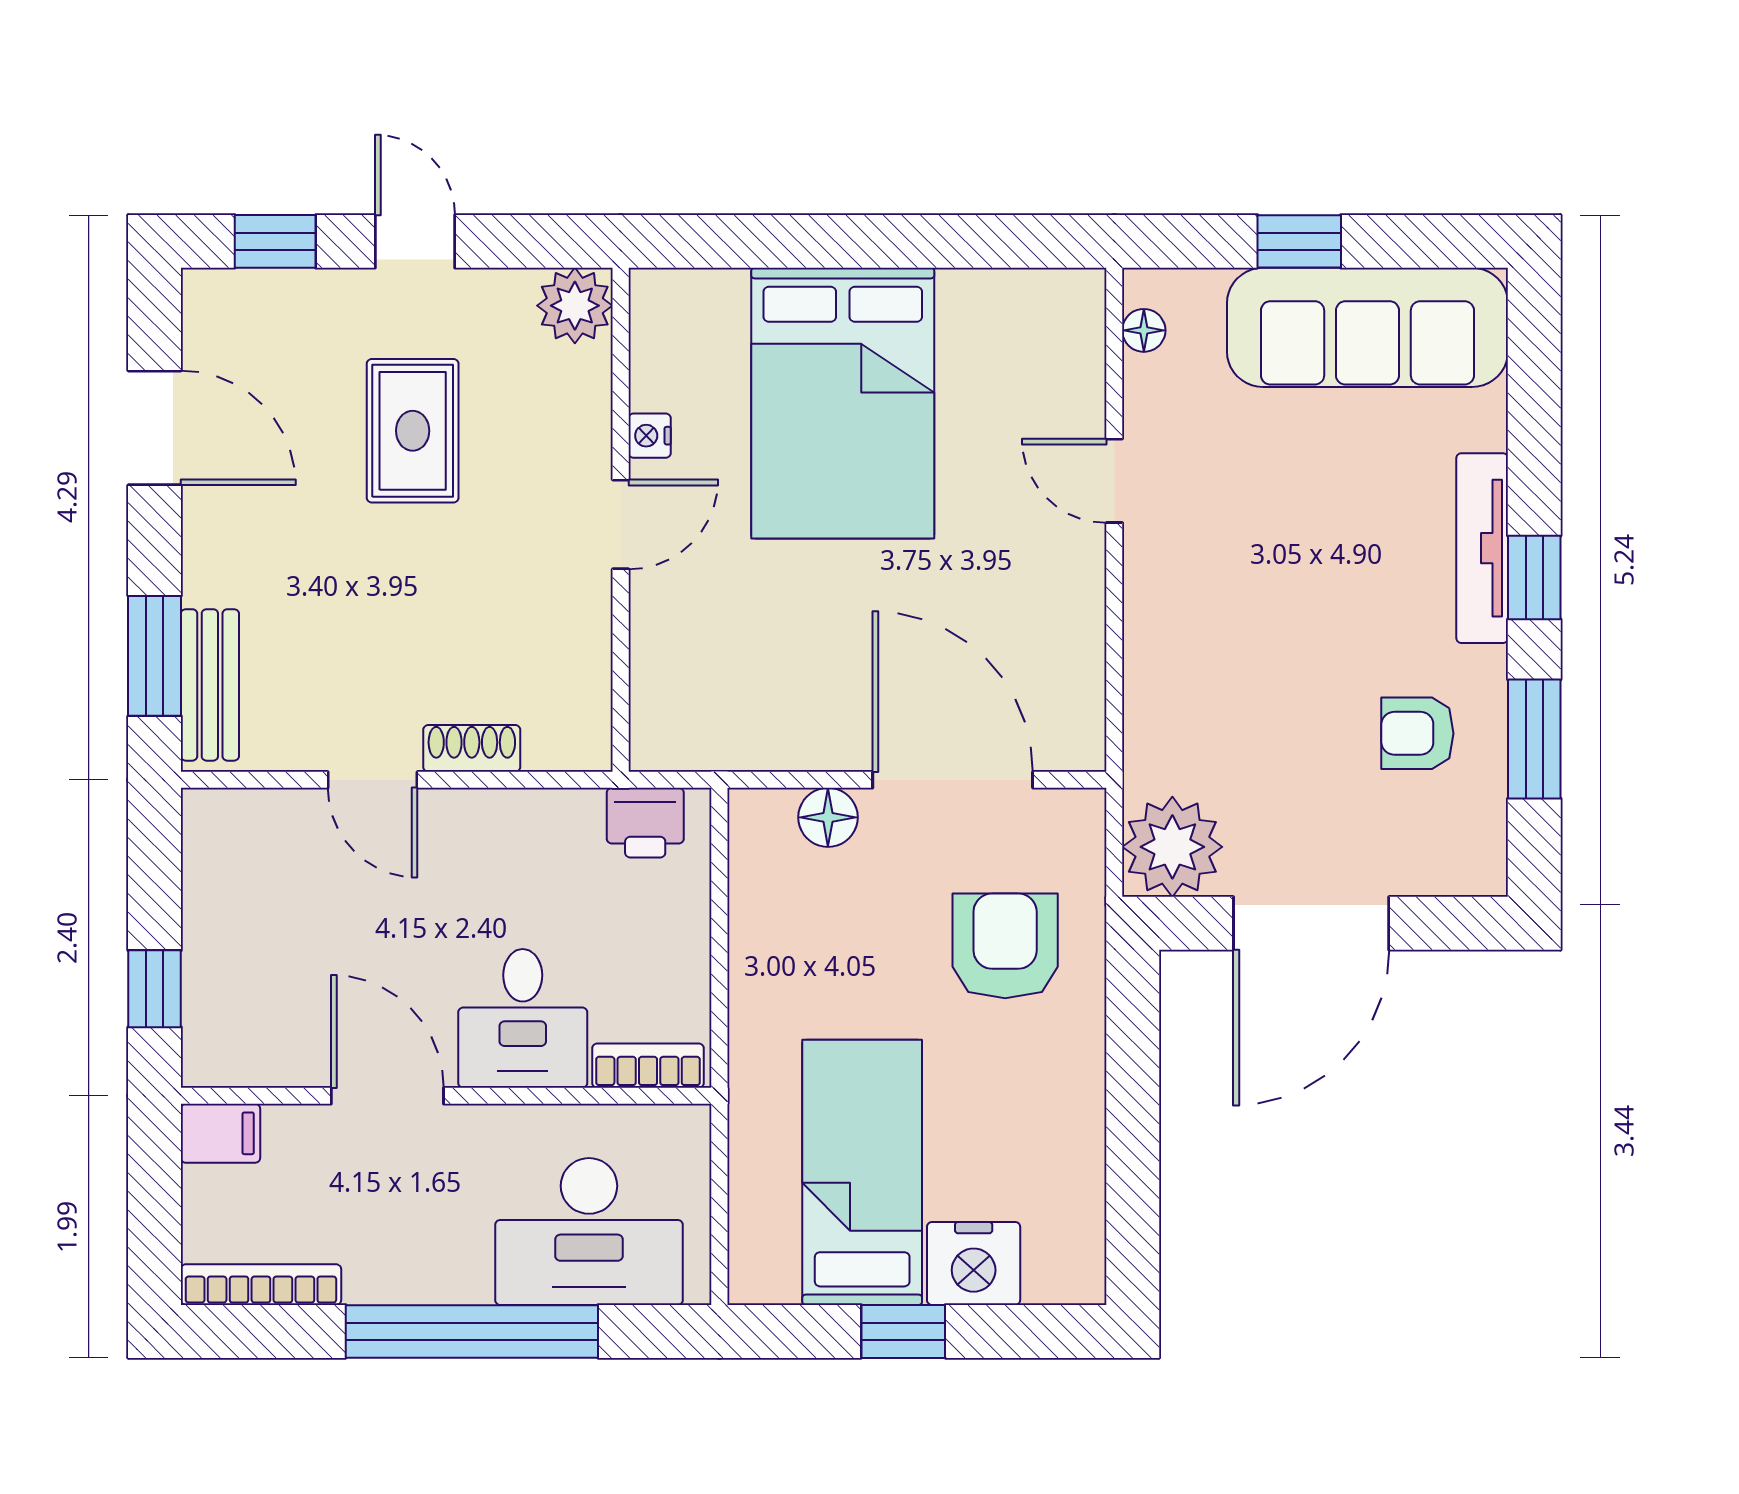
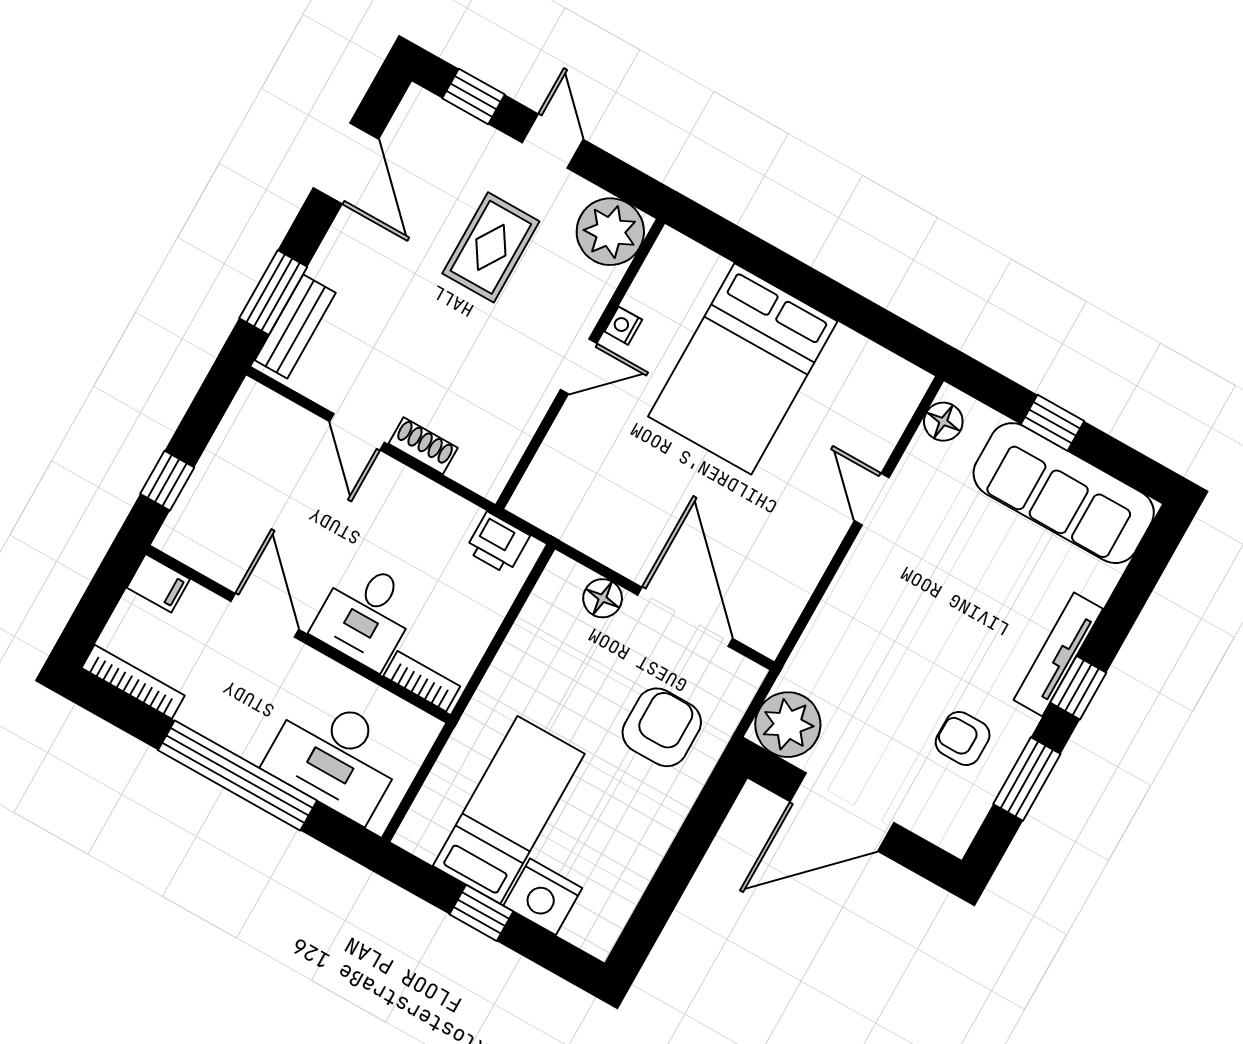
plant: (575, 306) -> (610, 232), width x1.36, depth x1.36
floor lamp: (1144, 330) -> (943, 422), width x1.37, depth x1.37

